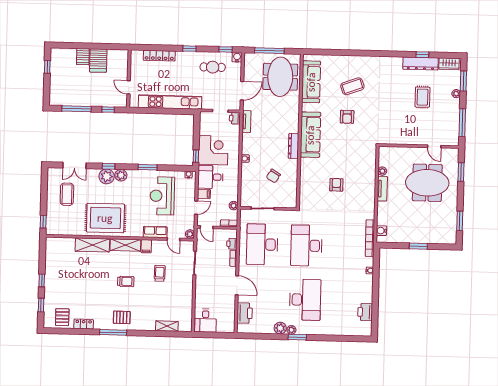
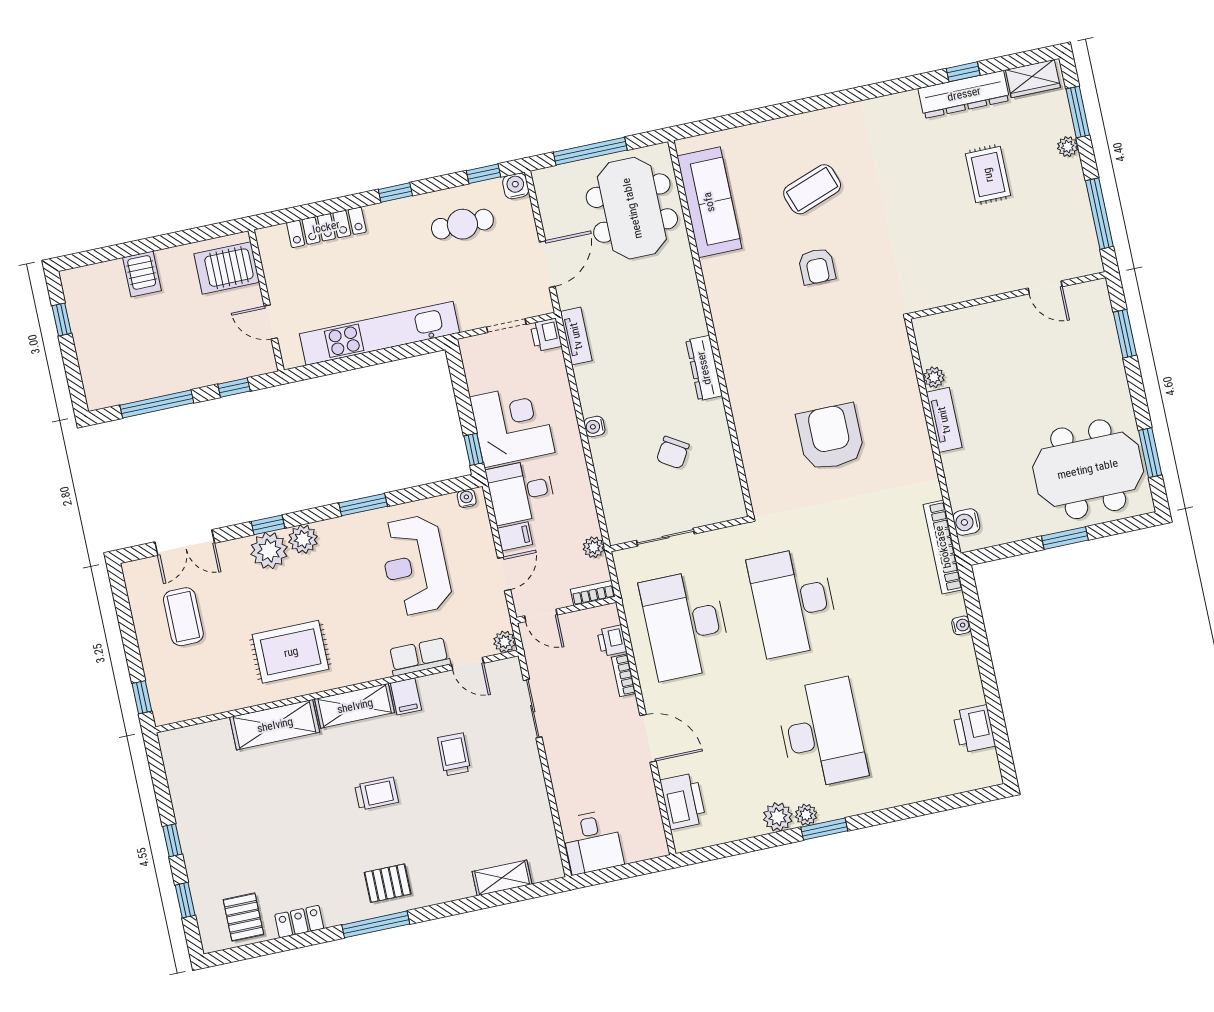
server rack: (98, 61) -> (227, 268), moved, turned 90
sofa: (310, 135) -> (739, 331), removed
meeting table: (427, 183) -> (1088, 469), moved
armchair: (336, 185) -> (830, 437), width x1.88, depth x1.88
rug: (105, 218) -> (291, 652), width x0.73, depth x0.69

